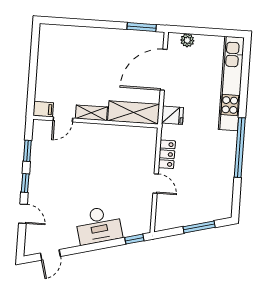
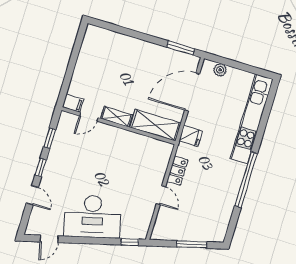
desk: (99, 225) -> (92, 217), width x1.36, depth x1.30

